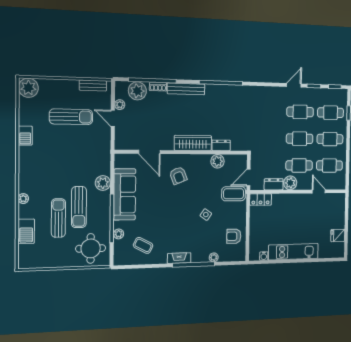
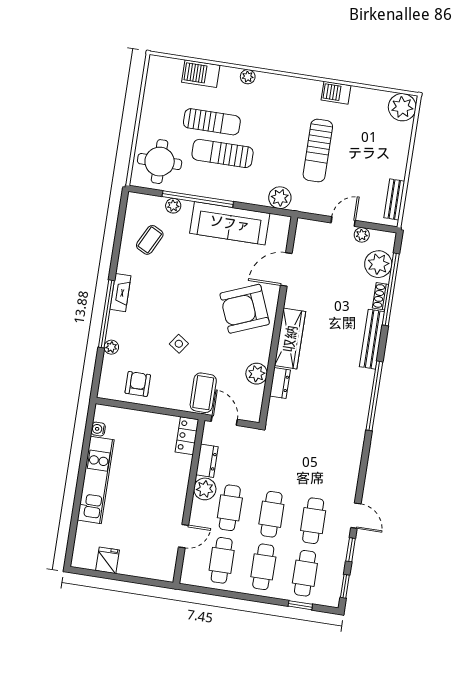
sun lounger: (71, 117) -> (318, 151), moved
armchair: (178, 176) -> (245, 309), width x1.88, depth x1.88
plant: (103, 183) -> (280, 198), moved

